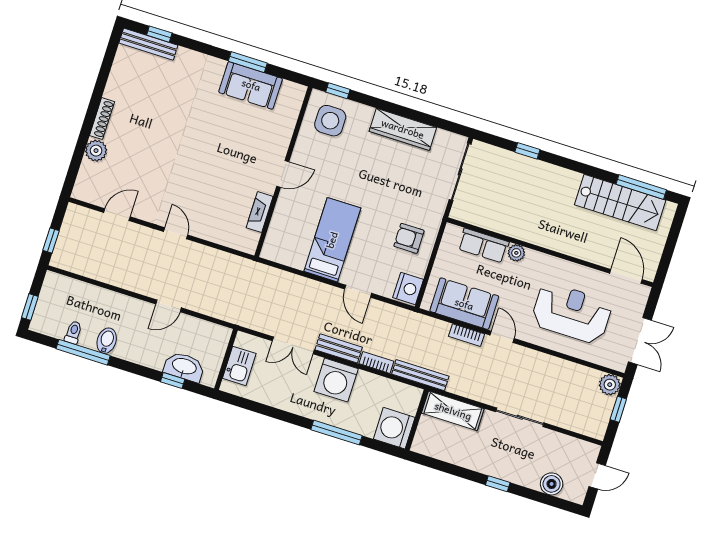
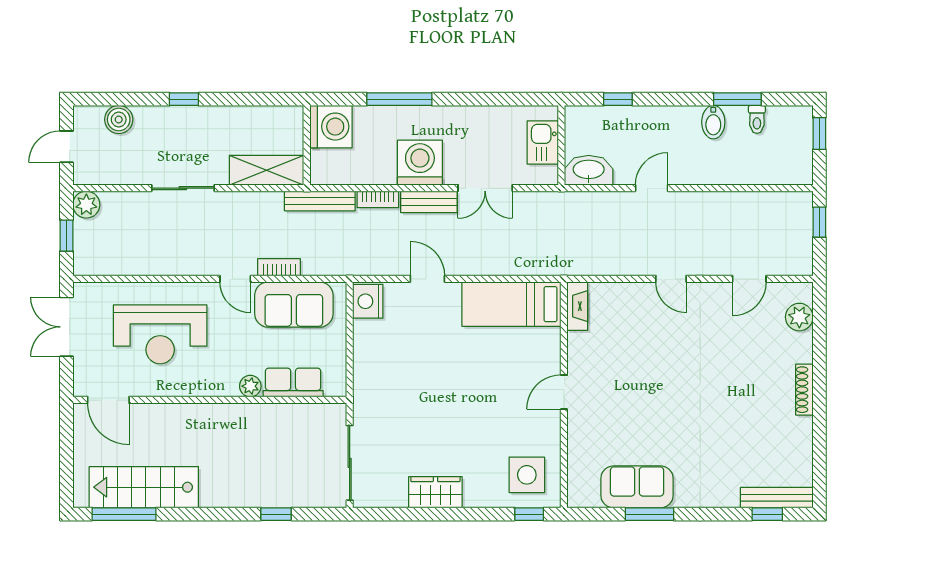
wardrobe: (403, 129) -> (435, 492), width x0.67
plant: (96, 151) -> (799, 317), moved
fireplace: (260, 212) -> (577, 306), moved
armchair: (409, 238) -> (386, 362), removed
bed: (332, 240) -> (511, 304), moved, turned 90
double door: (293, 345) -> (485, 188), swing flipped
window: (83, 352) -> (737, 99), width x0.69
washbasin: (184, 367) -> (589, 170), moved, turned 180
plant: (610, 385) -> (86, 205), moved

